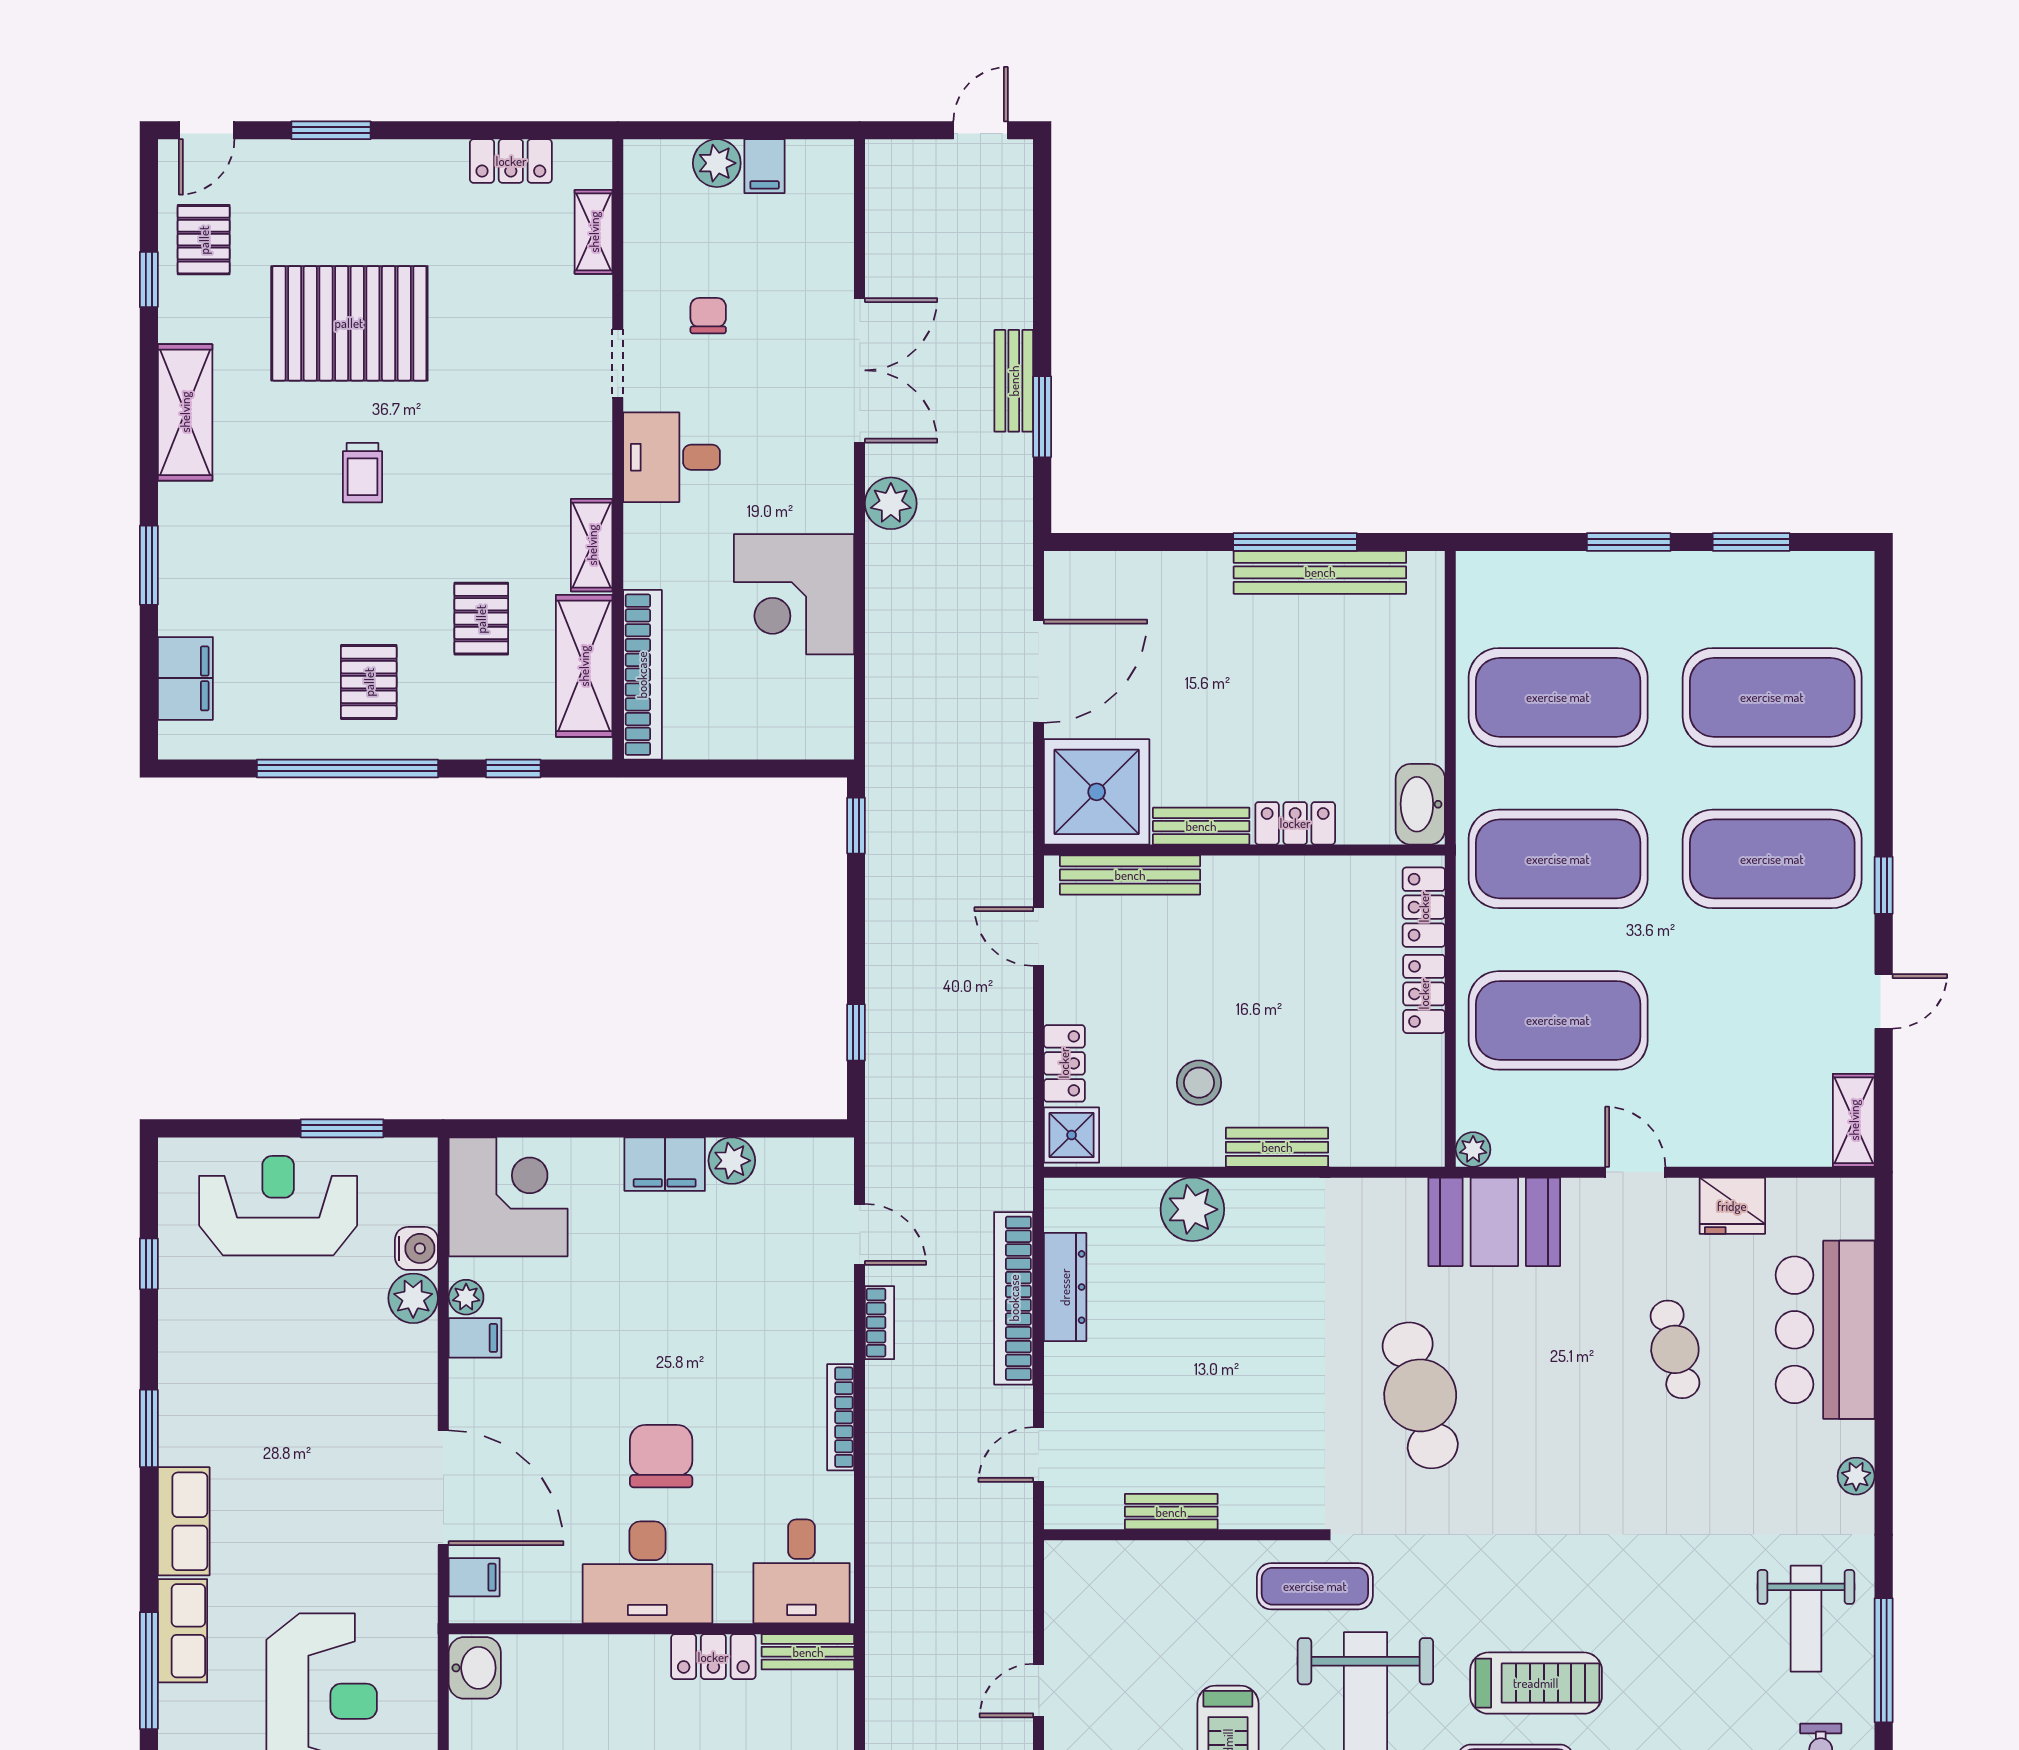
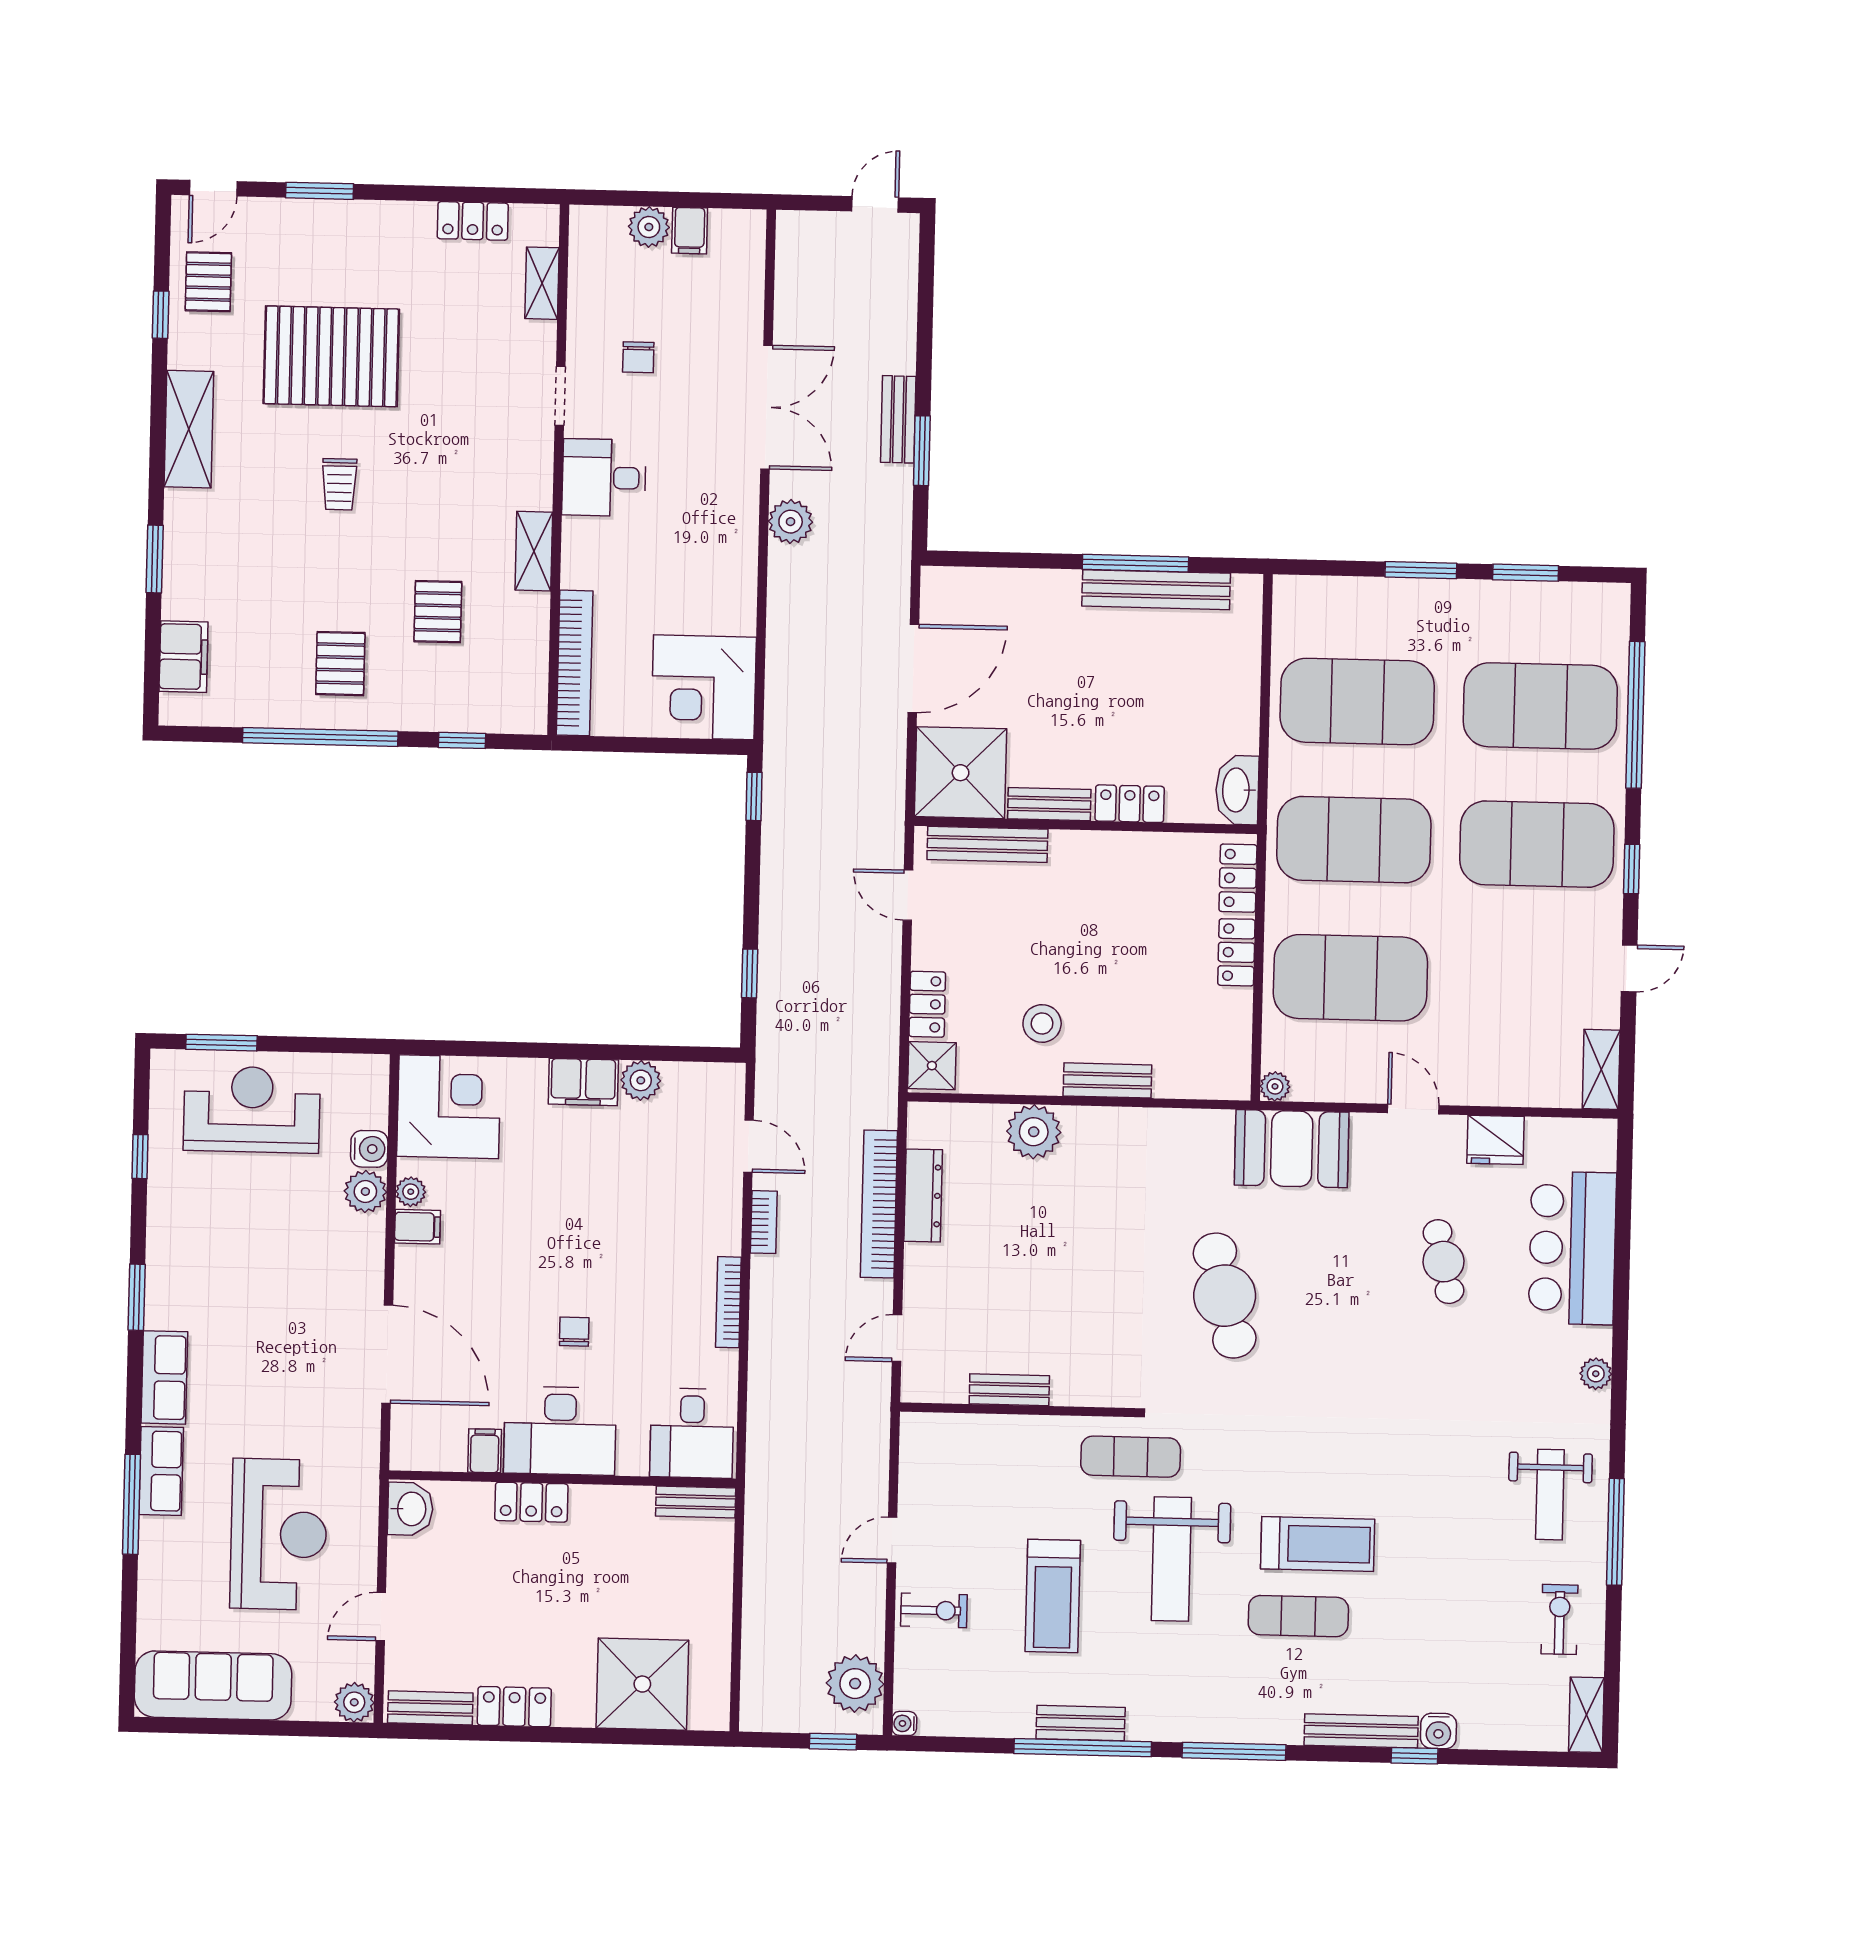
chair: (708, 316) -> (638, 357), turned 180
corner desk: (794, 594) -> (704, 687), moved
shelving: (584, 666) -> (525, 654), removed
window: (1884, 705) -> (1635, 715), added
window: (342, 1128) -> (221, 1043), moved
chair: (661, 1456) -> (574, 1332), width x0.54, depth x0.54
filing cabinet: (474, 1577) -> (485, 1451), moved, turned -90
locker: (713, 1657) -> (531, 1502), moved

